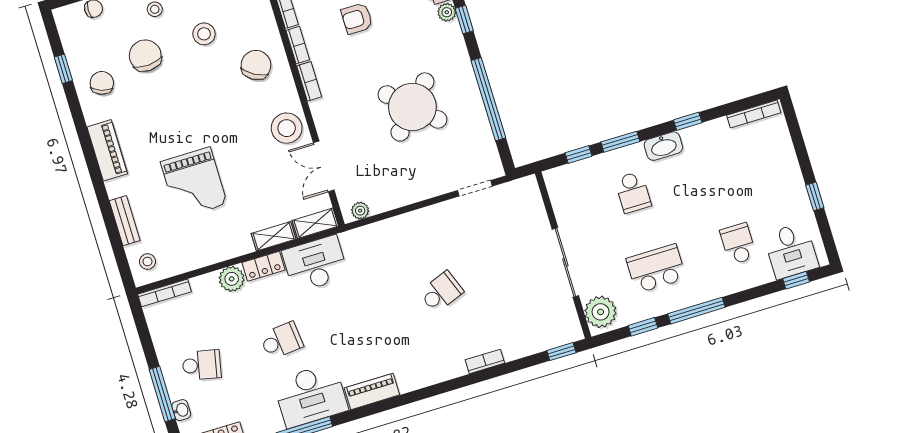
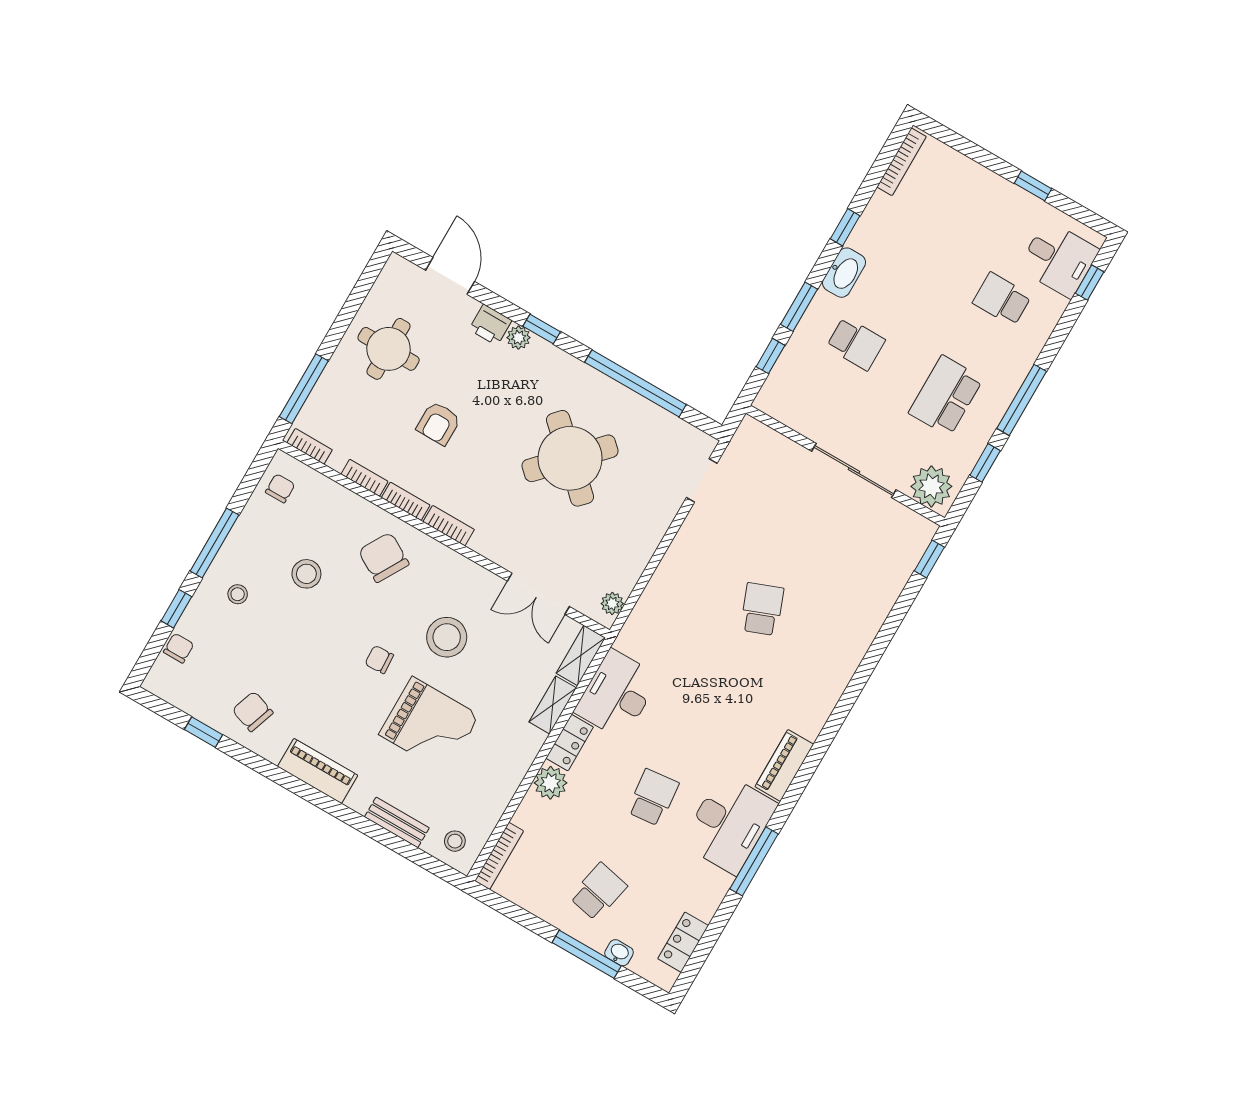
chair: (145, 56) -> (379, 660), moved, width x0.54, depth x0.54
stool: (287, 128) -> (447, 637), moved
bookcase: (485, 361) -> (865, 636), removed

